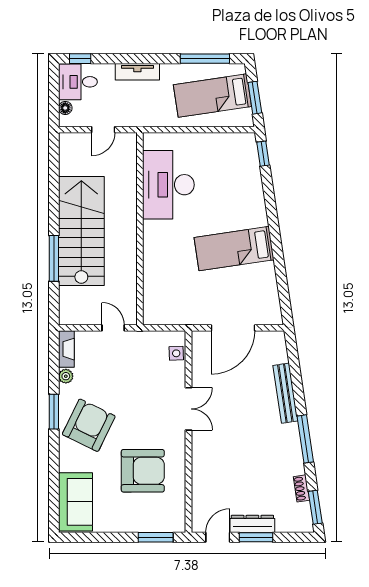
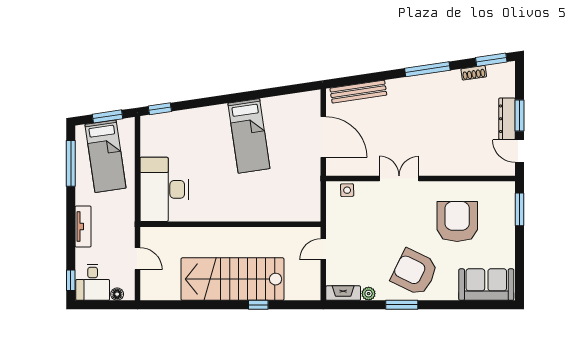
desk: (168, 185) -> (164, 189), moved, turned 90
window: (54, 258) -> (258, 305), width x0.46
bench: (285, 393) -> (358, 92), moved

